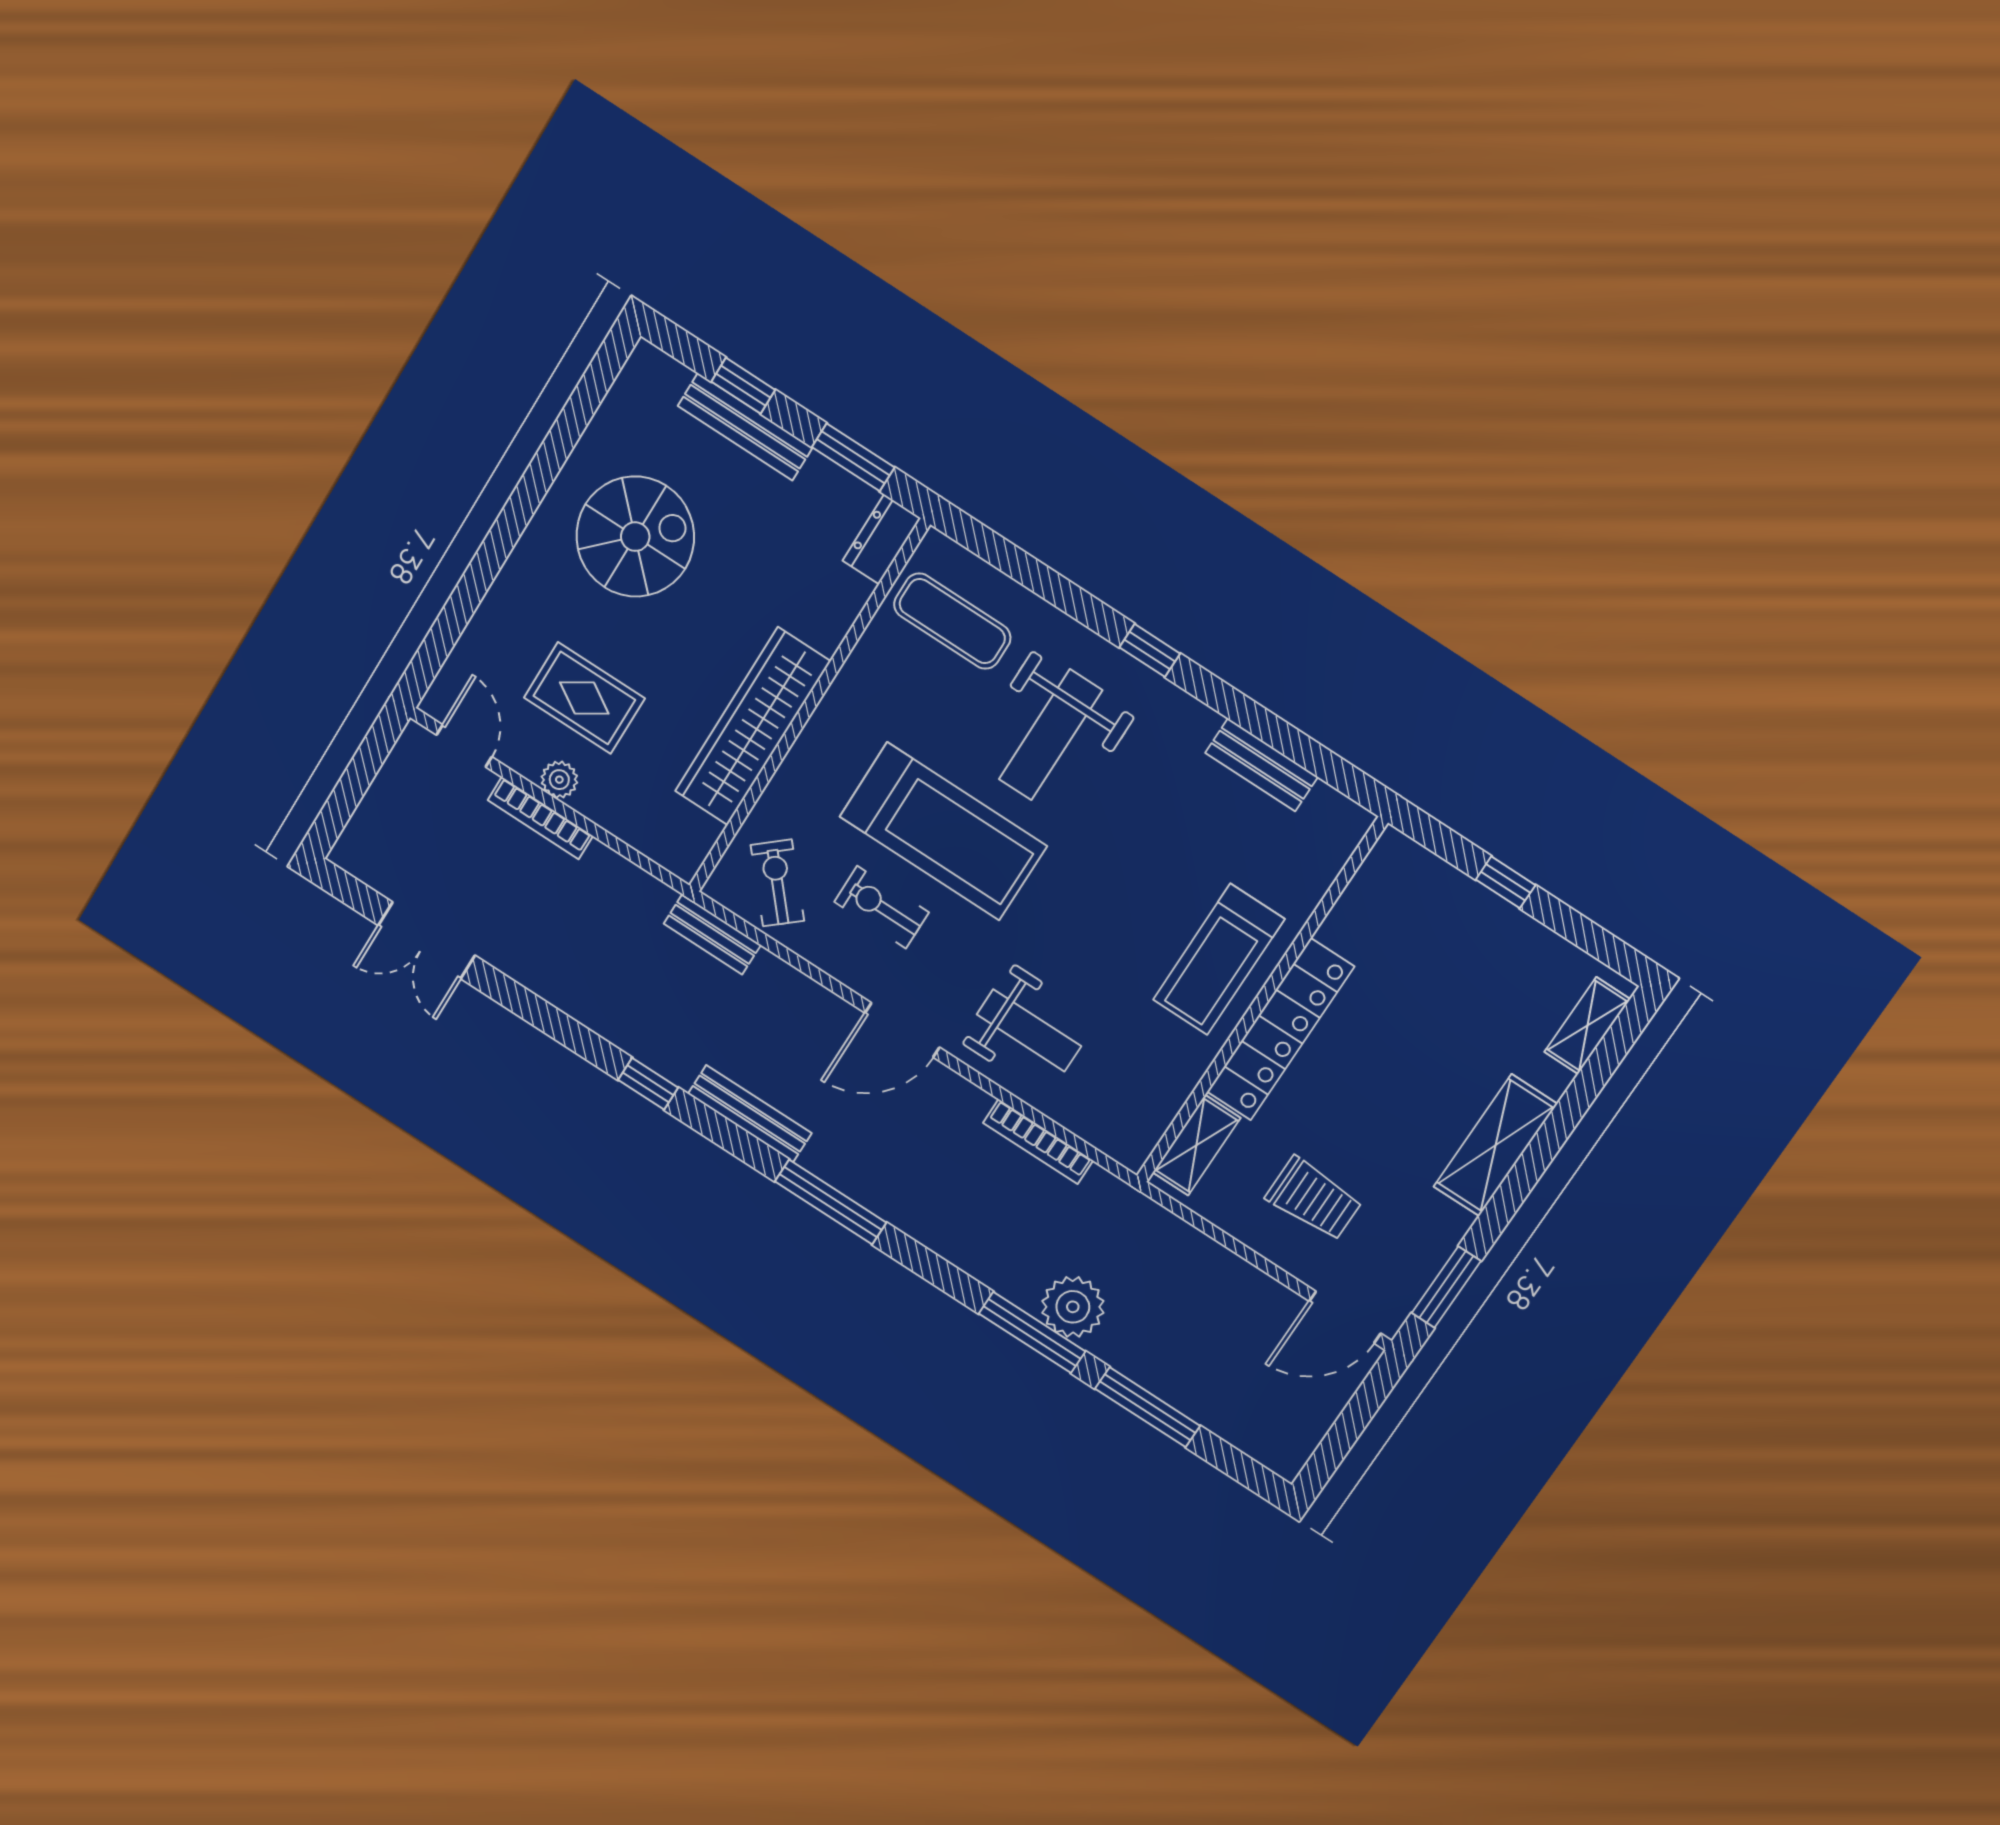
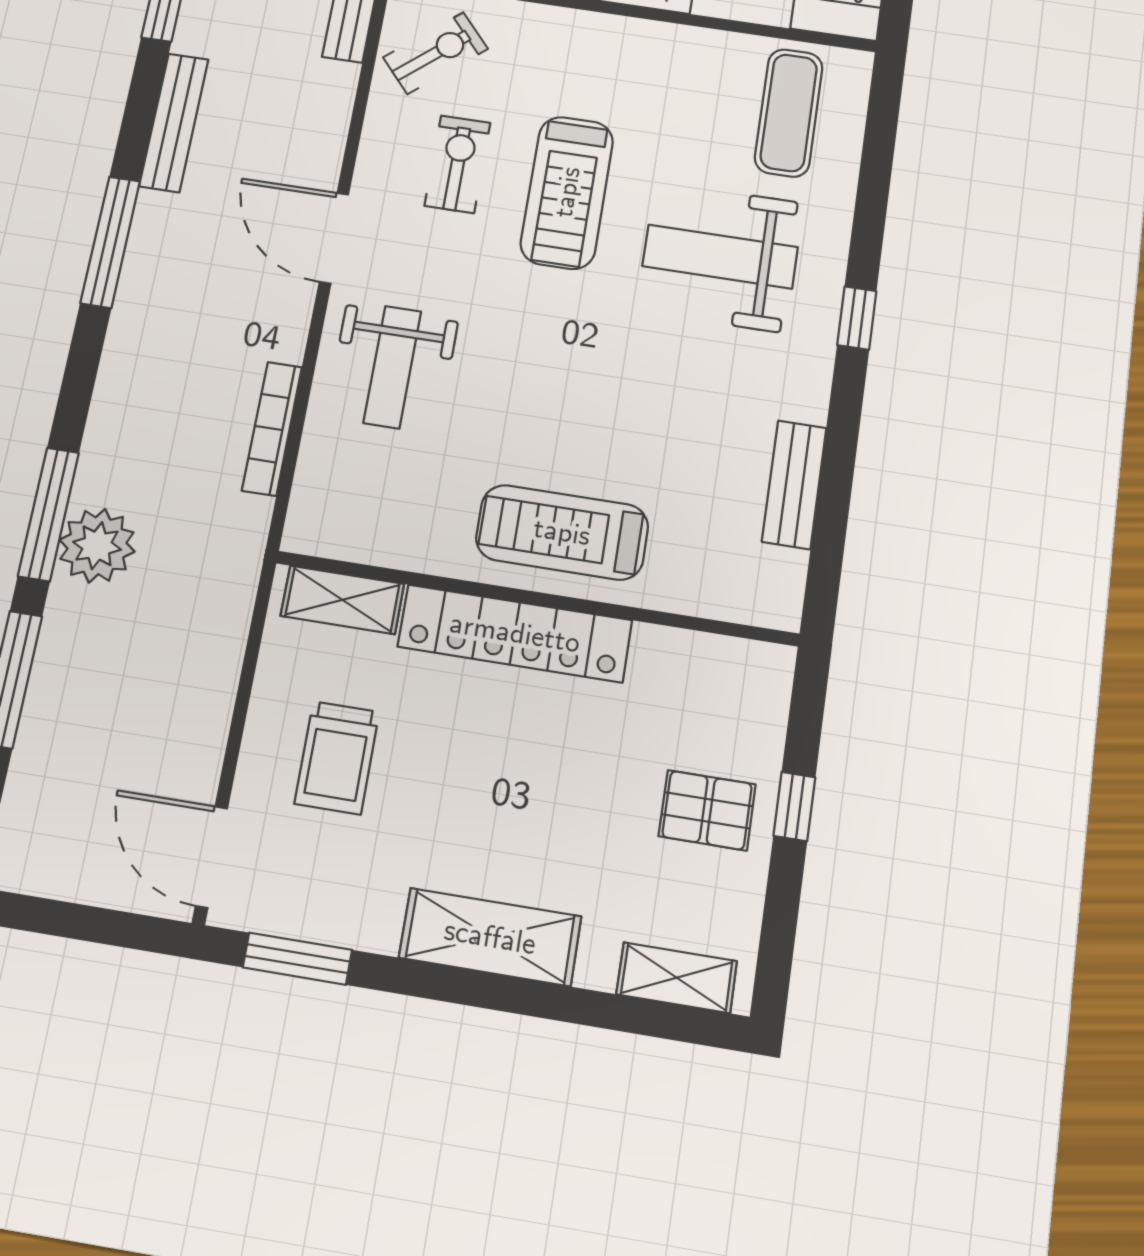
treadmill: (943, 831) -> (567, 192), width x0.73, depth x0.73
pallet: (1478, 948) -> (707, 810), added

